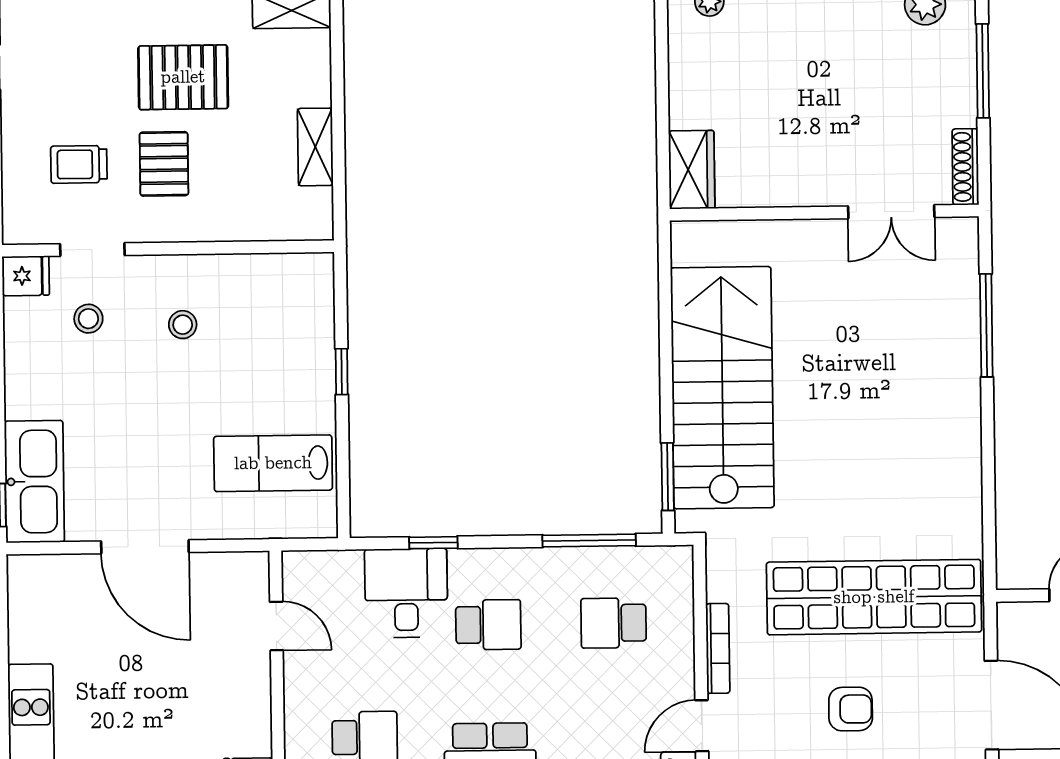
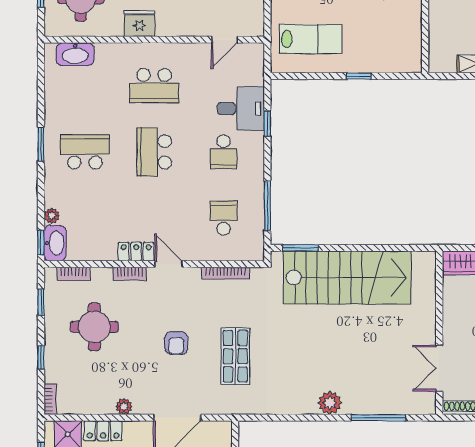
plant: (960, 417) -> (330, 403), added
lab bench: (273, 463) -> (311, 39), turned 90
shop shelf: (874, 597) -> (235, 356), width x0.50, depth x0.74
bookcase: (718, 648) -> (225, 273), moved

